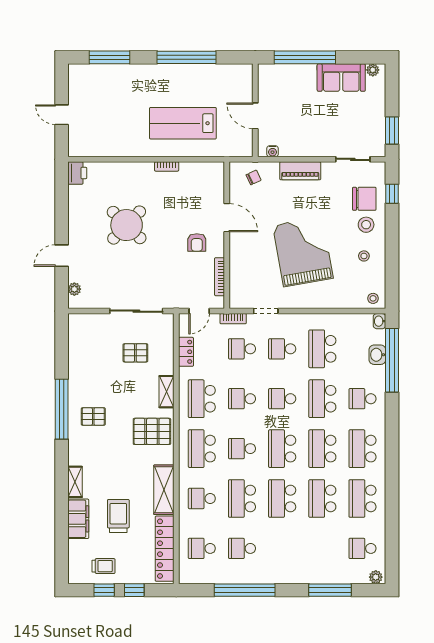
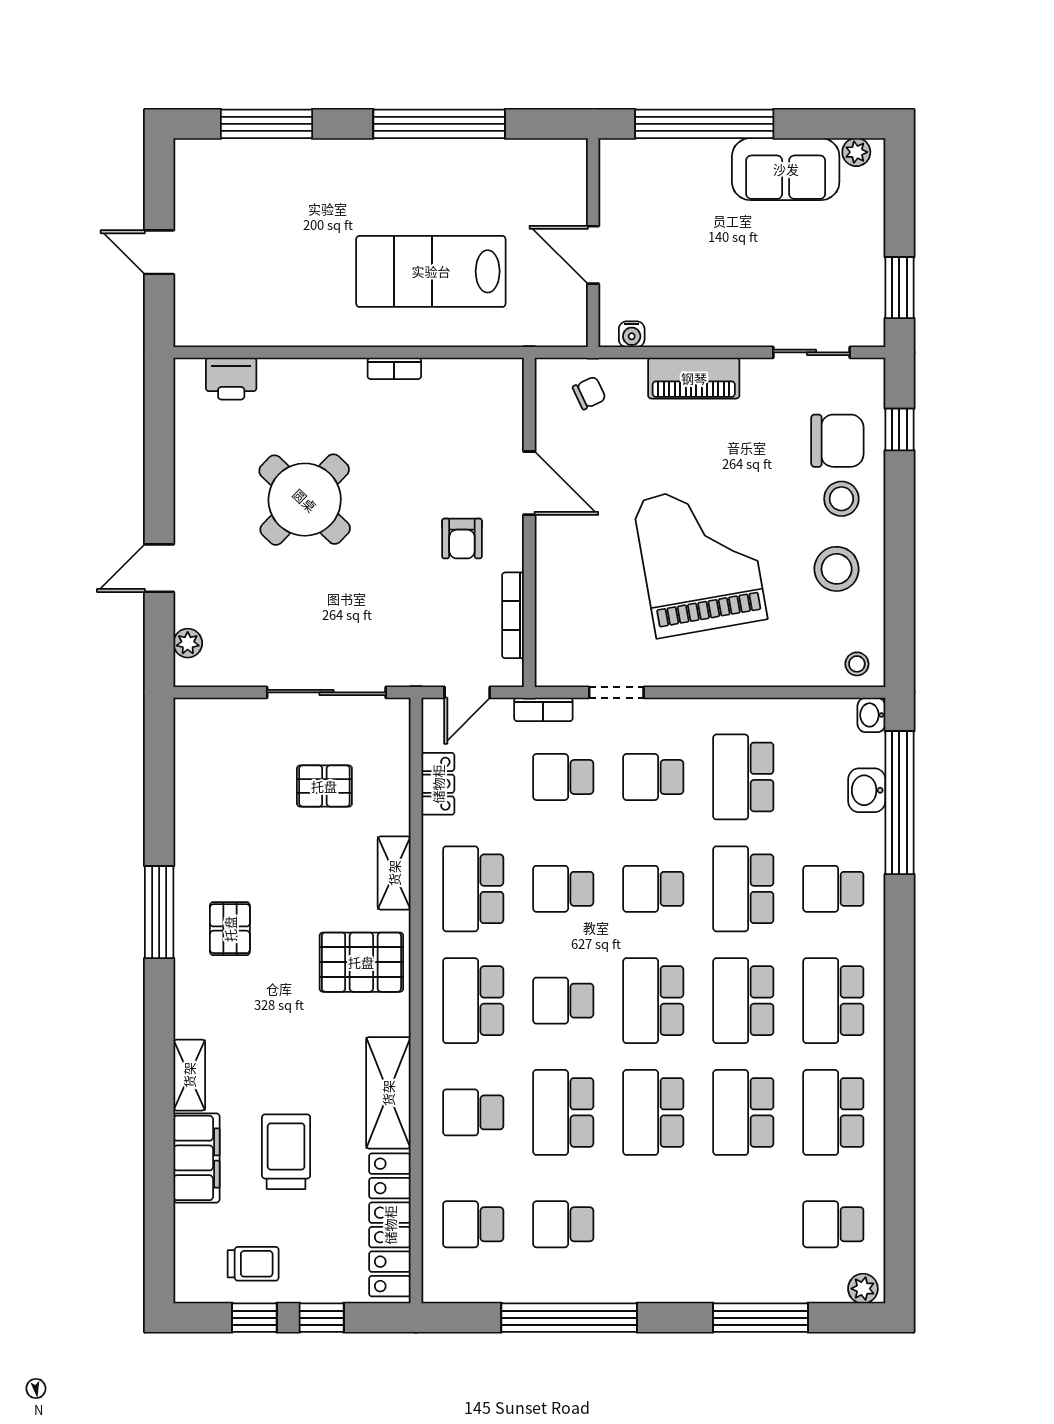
printer: (77, 173) -> (231, 379), moved, turned 90
stool: (364, 256) -> (837, 569), width x1.89, depth x1.89
window: (62, 409) -> (159, 912), width x0.68
pallet: (93, 416) -> (230, 929), turned 90

